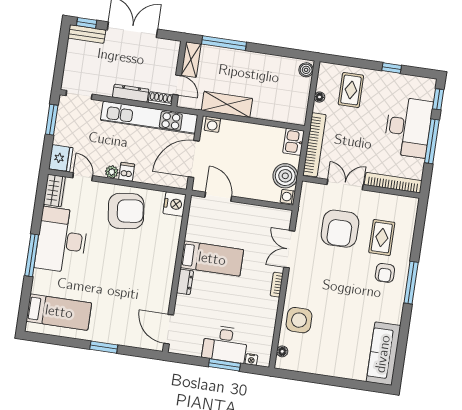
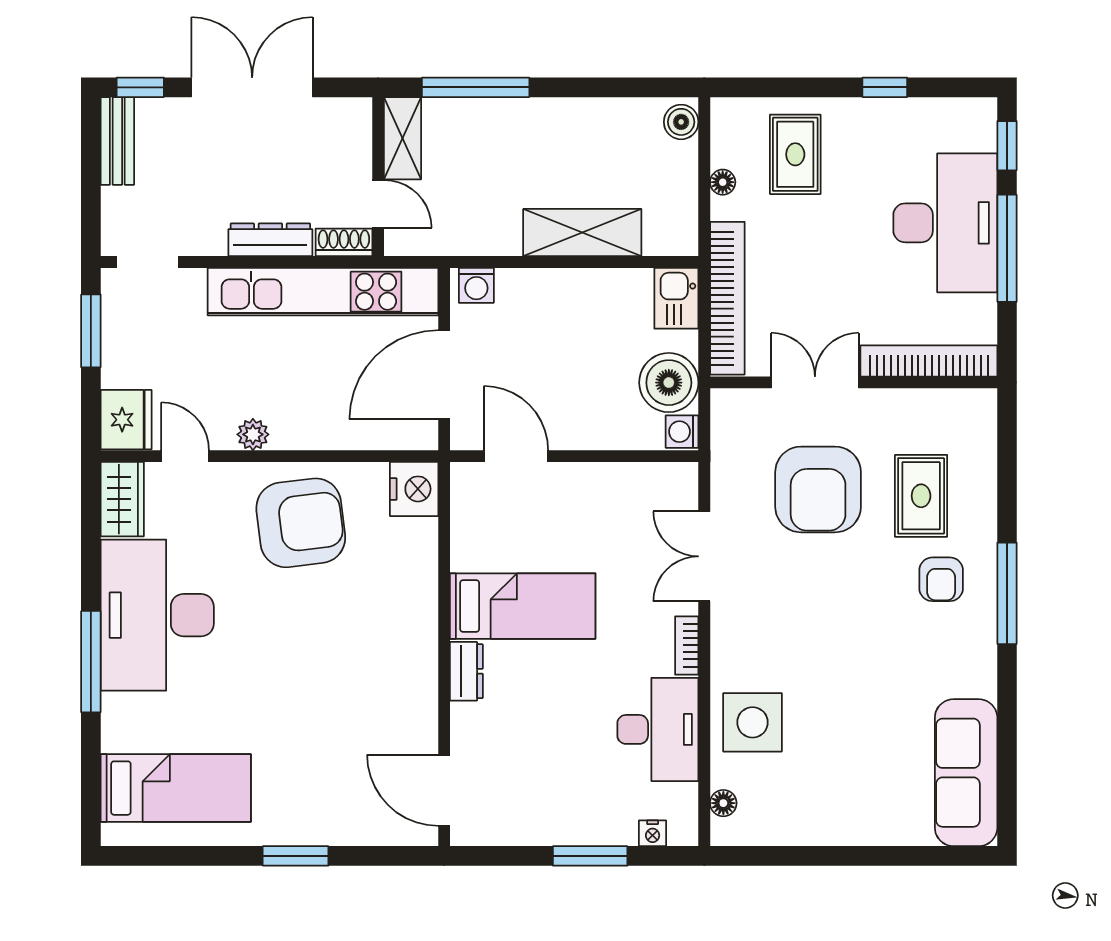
bench: (87, 34) -> (117, 141), moved, turned 90
shelving: (227, 104) -> (582, 233), moved
dishwasher: (127, 172) -> (288, 429), removed
desk: (225, 344) -> (658, 729), moved, turned -90

